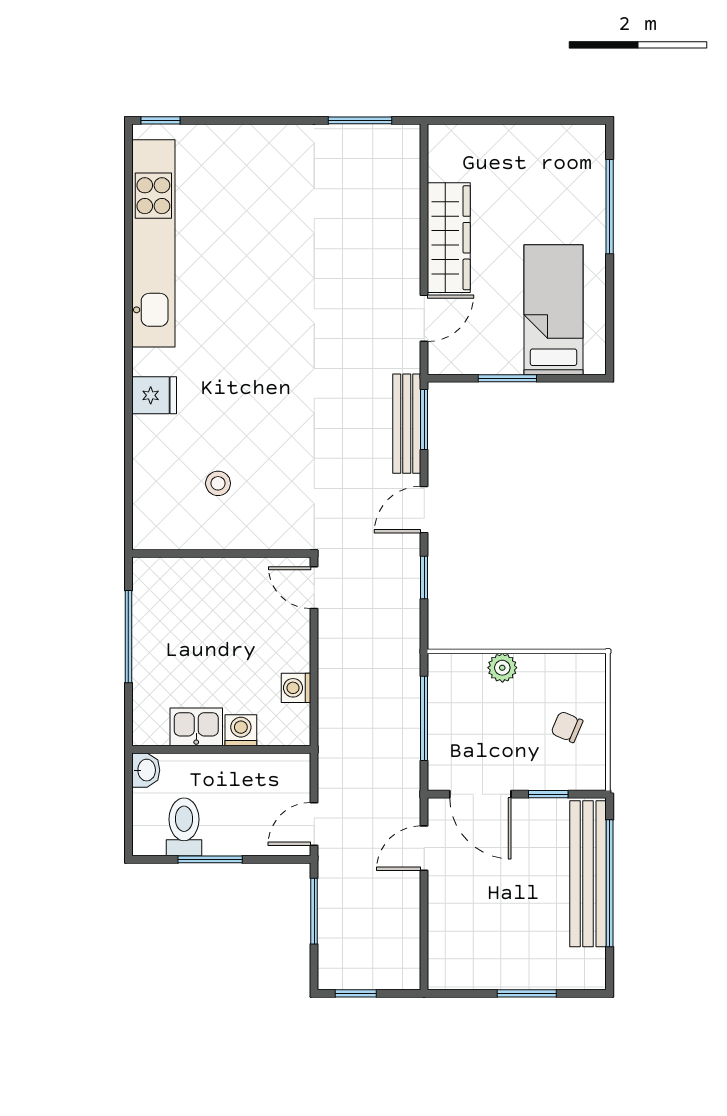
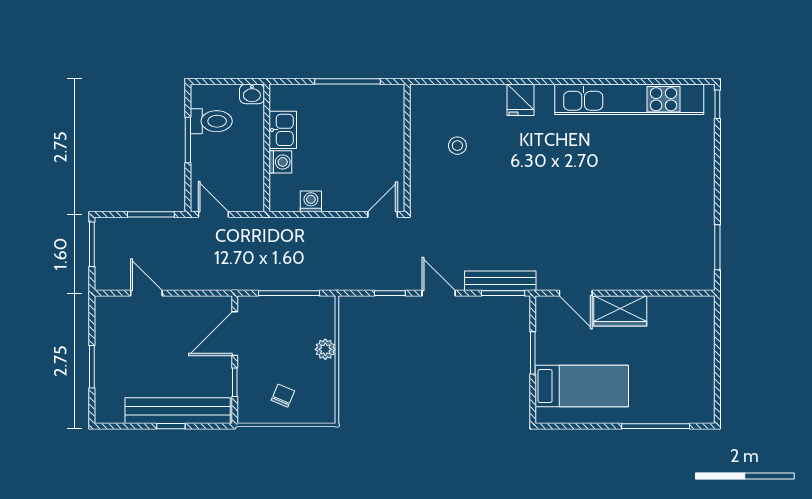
wardrobe: (449, 238) -> (620, 311), width x0.67
door: (424, 848) -> (146, 293), moved
window: (610, 883) -> (171, 426), width x0.32
window: (356, 993) -> (92, 244), width x1.50

